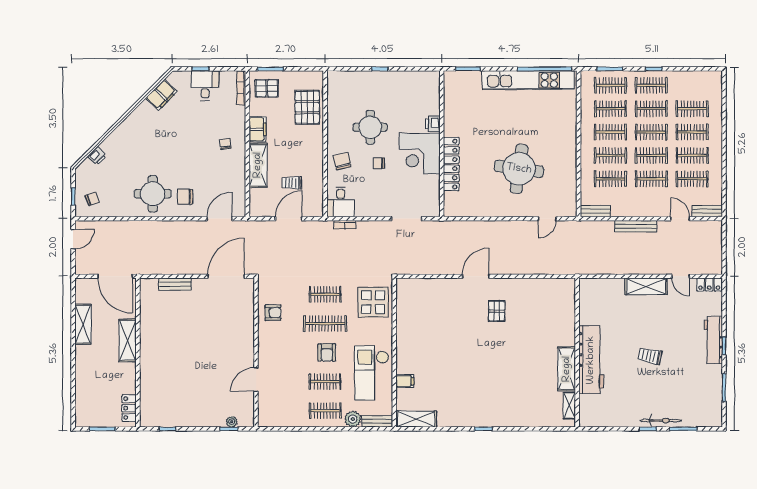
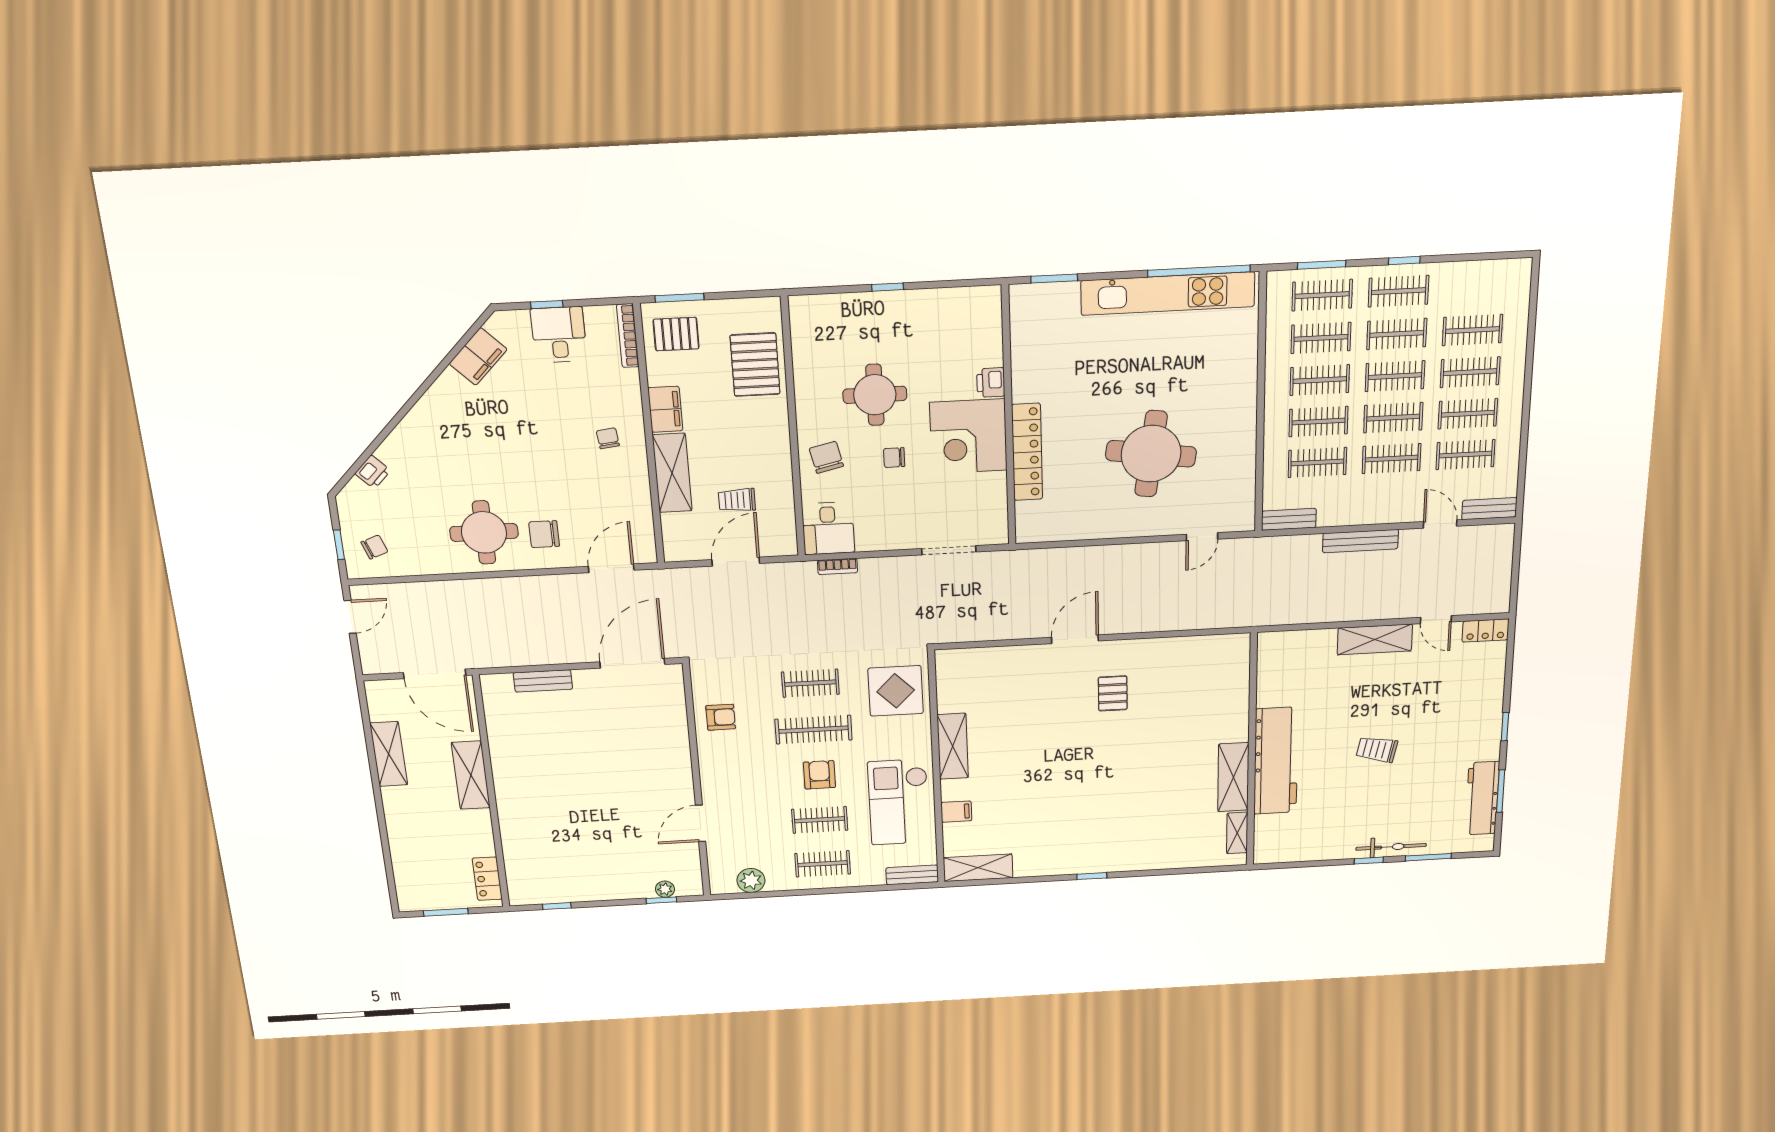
shelving: (404, 339) -> (953, 746), added
workbench: (713, 340) -> (1482, 798), moved
armchair: (327, 352) -> (819, 775), turned 180
plant: (353, 419) -> (751, 880), moved

